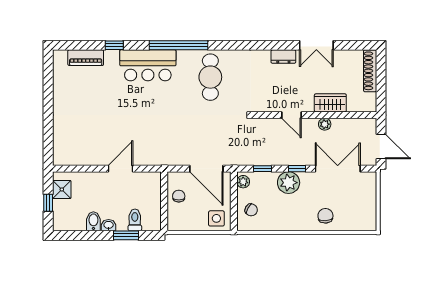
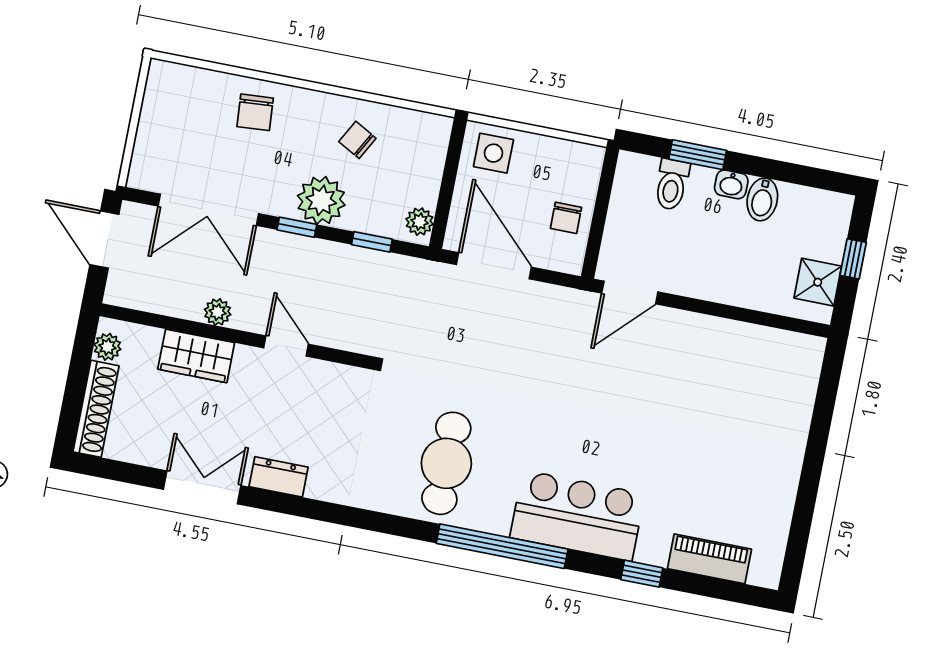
plant: (370, 99) -> (107, 347), added
door: (120, 169) -> (630, 293), moved
chair: (251, 210) -> (357, 140), moved

